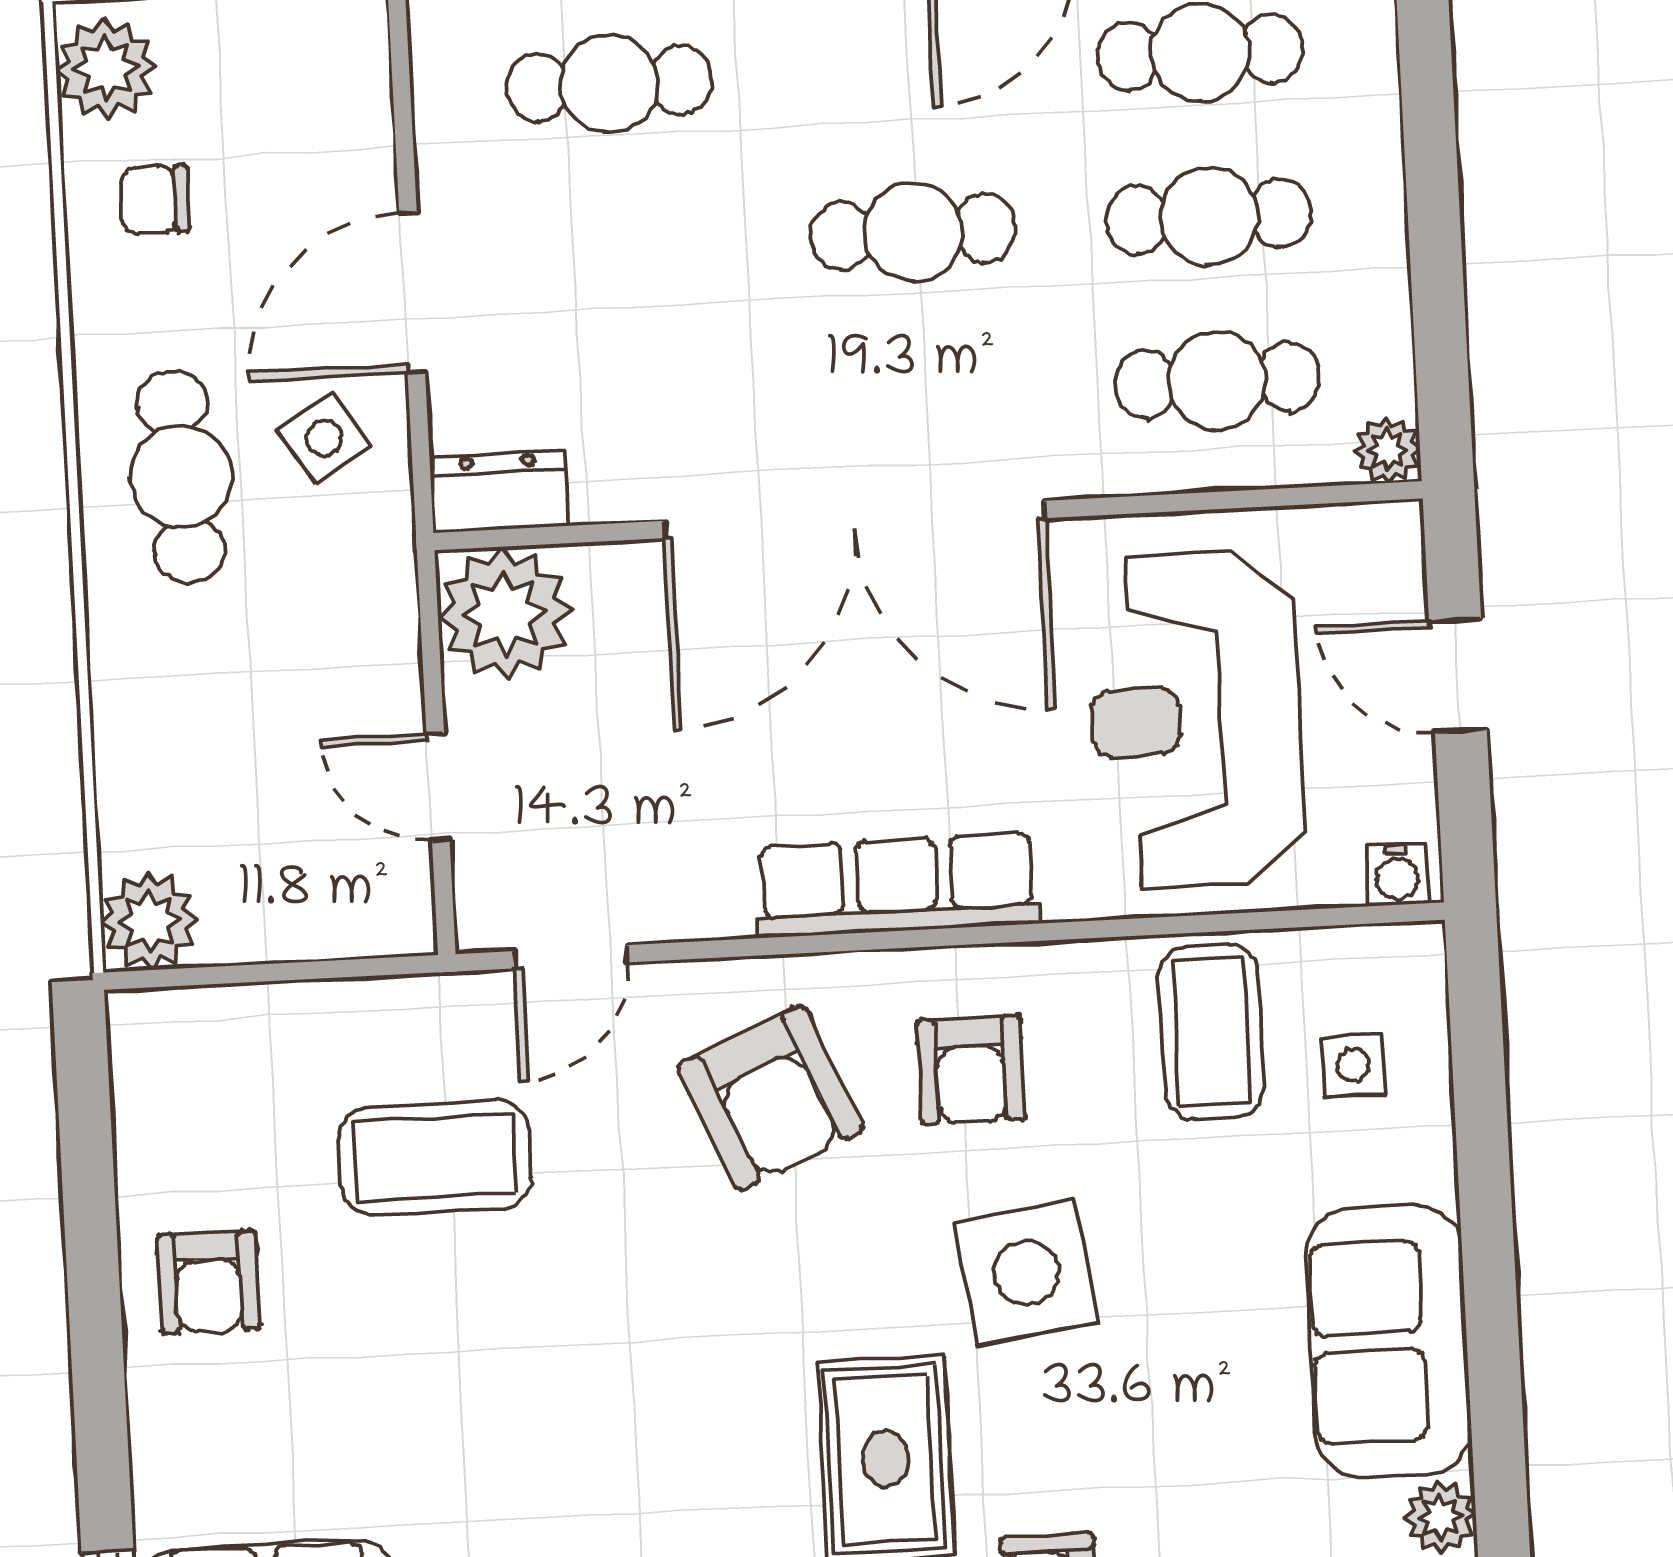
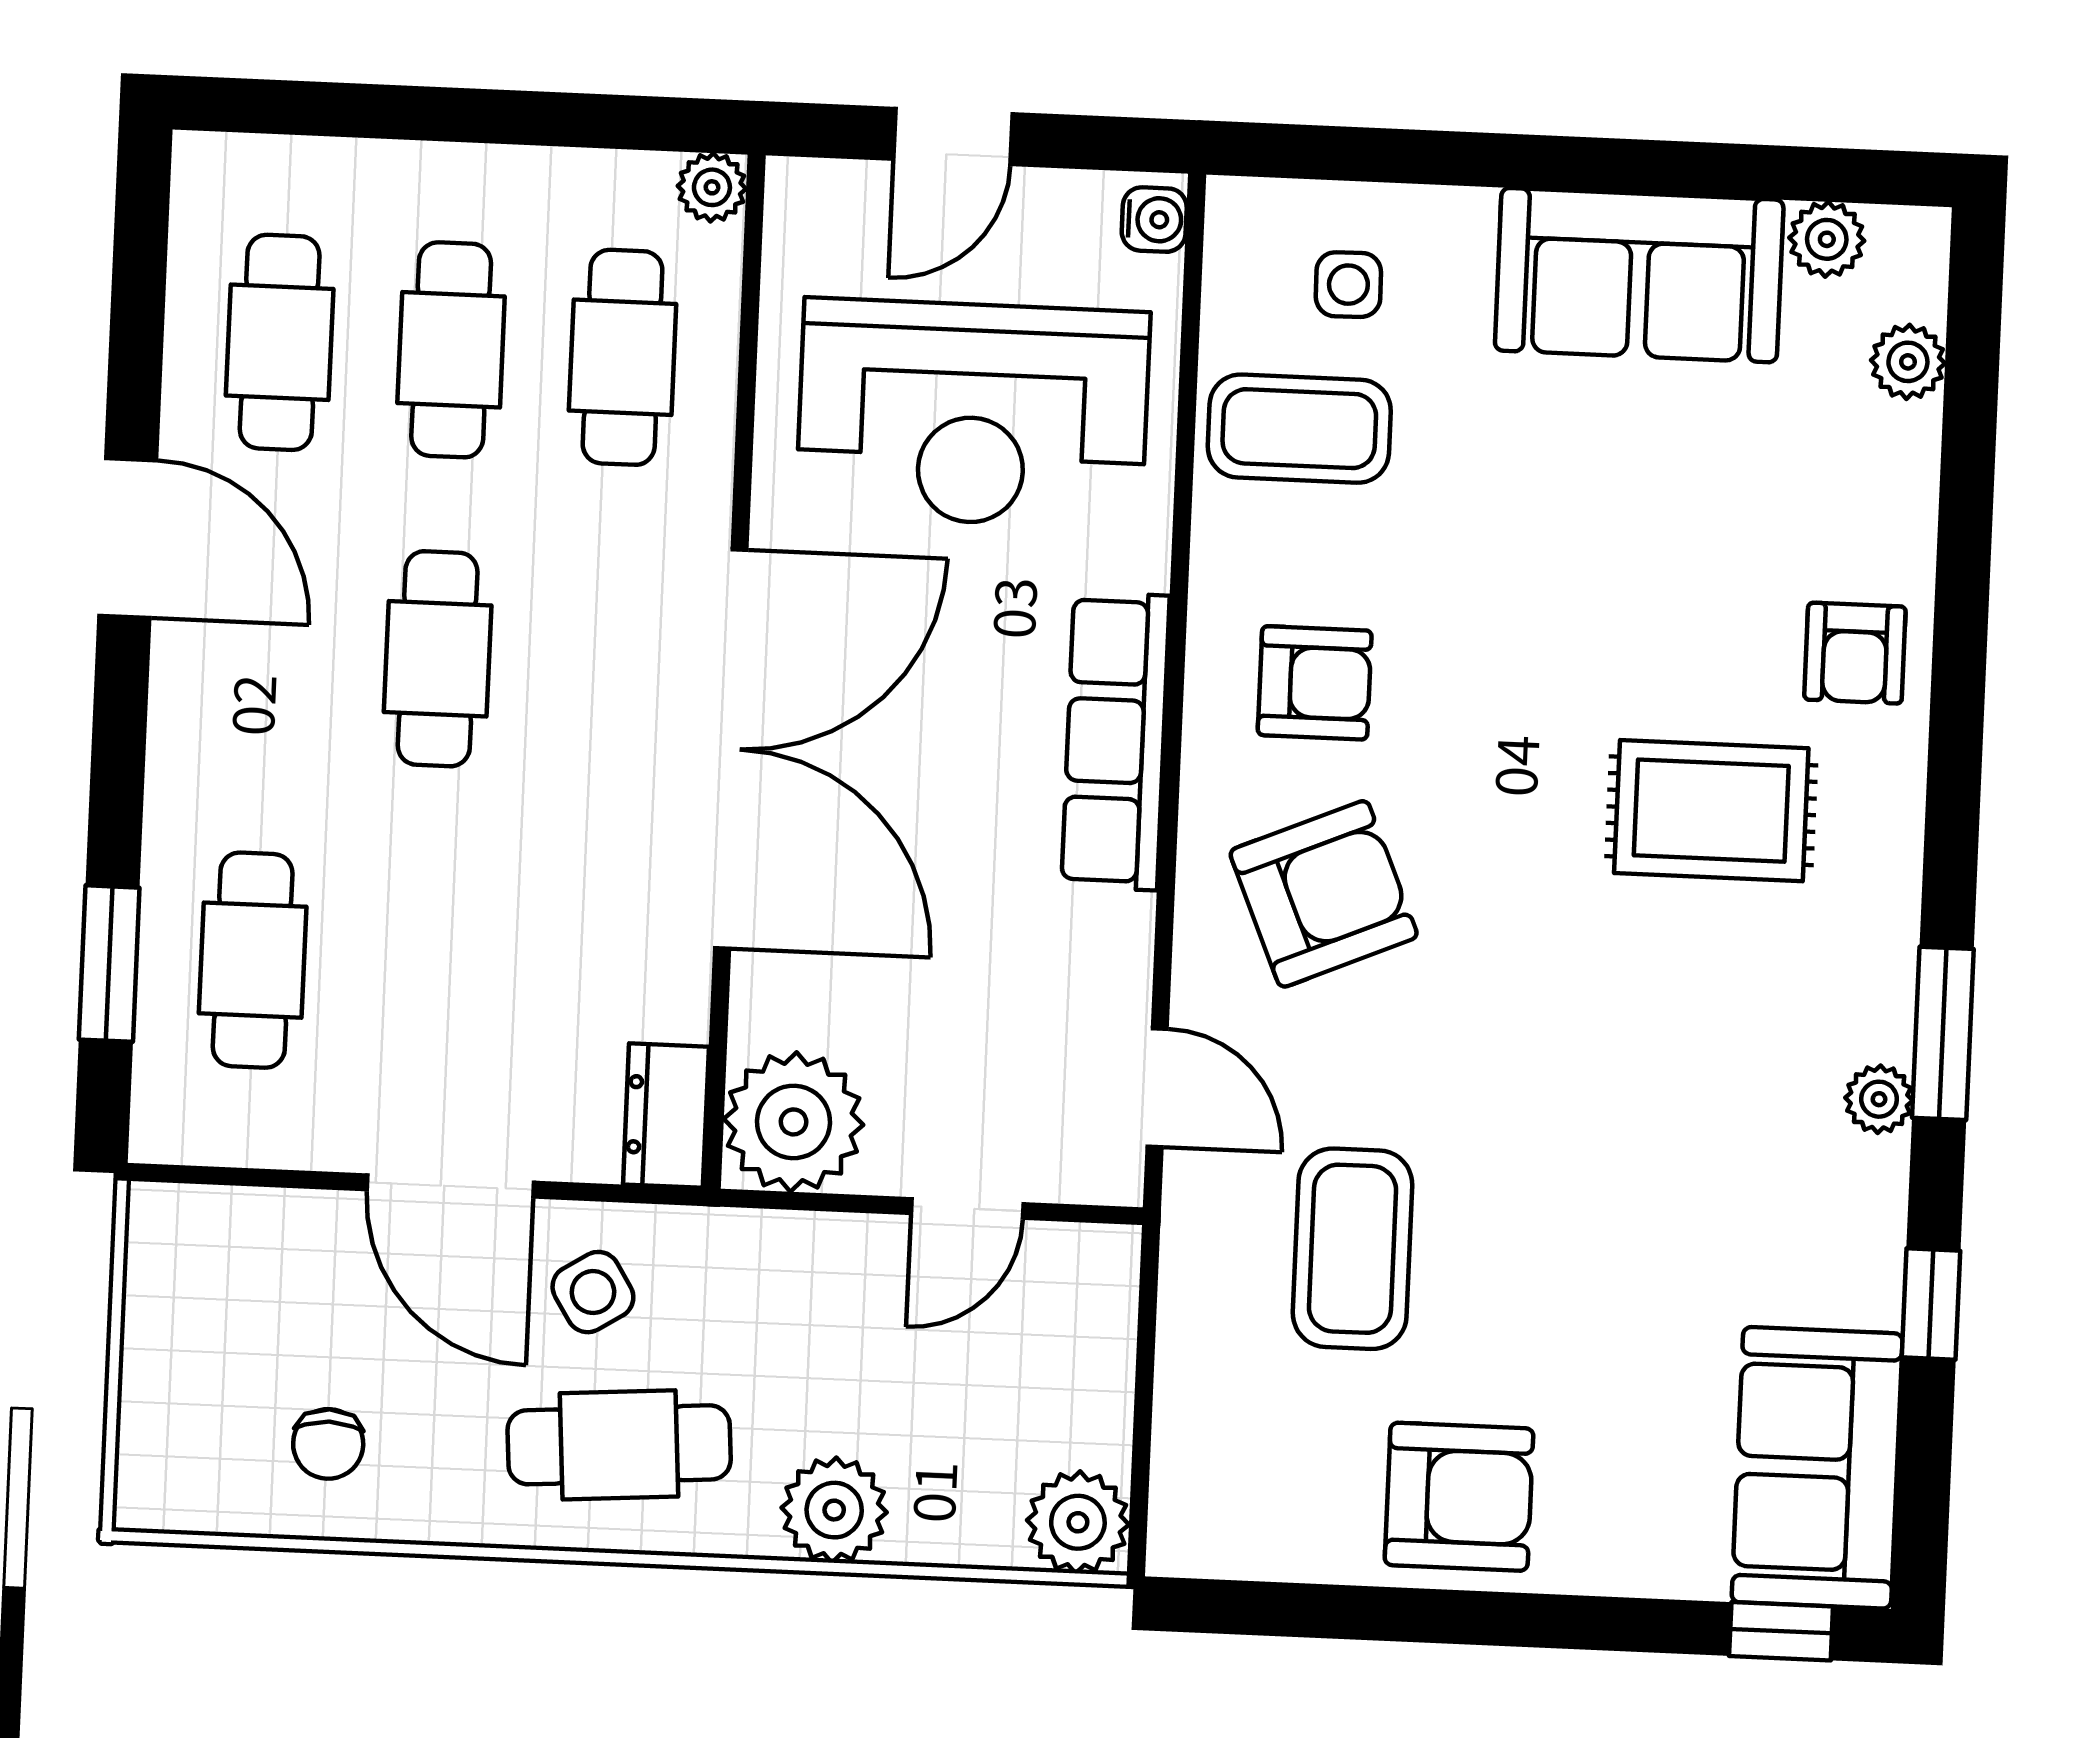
plant: (106, 68) -> (834, 1510), moved
side table: (1026, 1272) -> (1531, 645), removed
armchair: (209, 1282) -> (1459, 1497), width x1.38, depth x1.38

